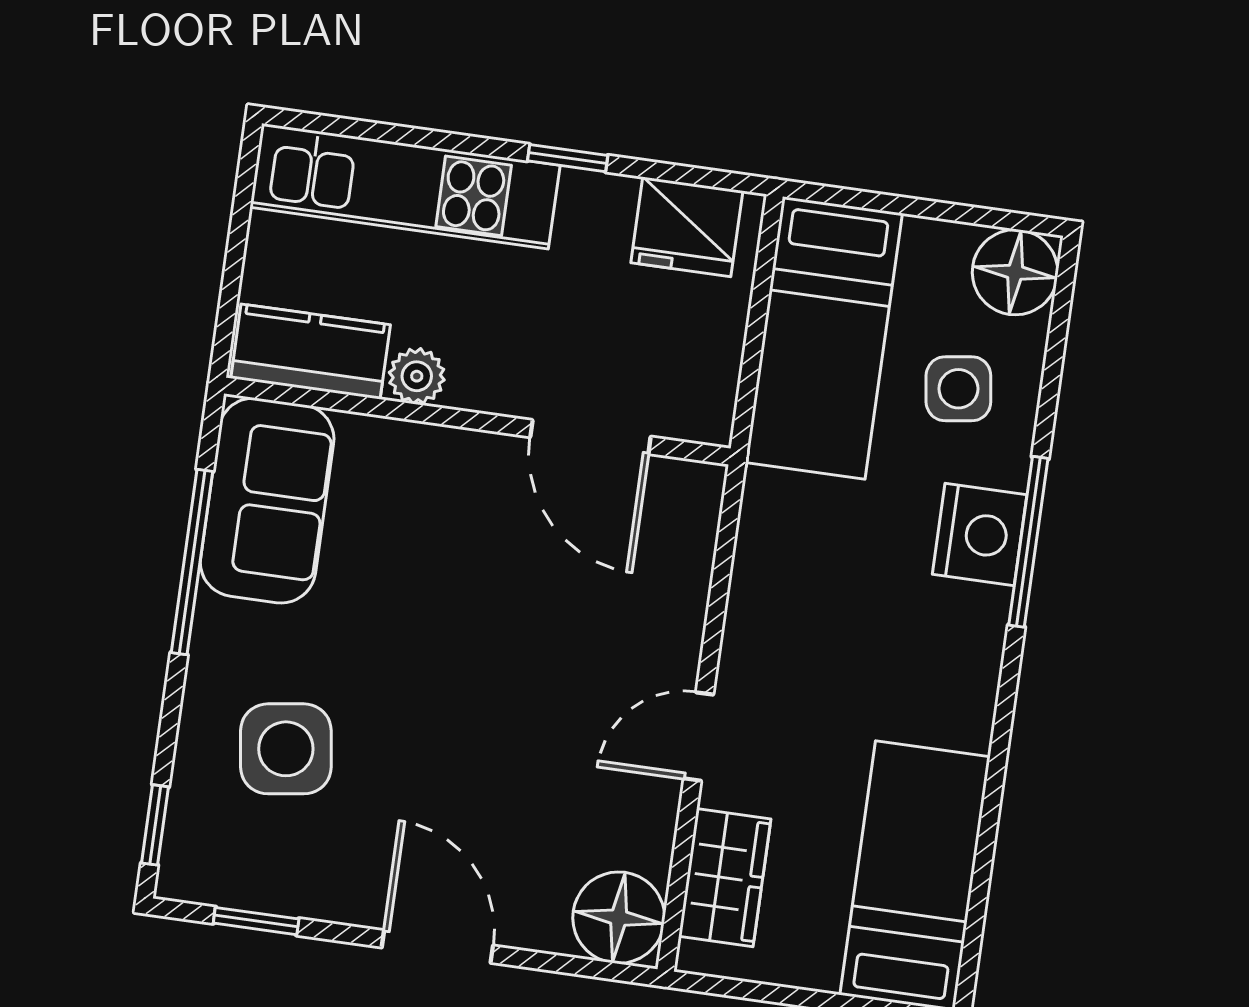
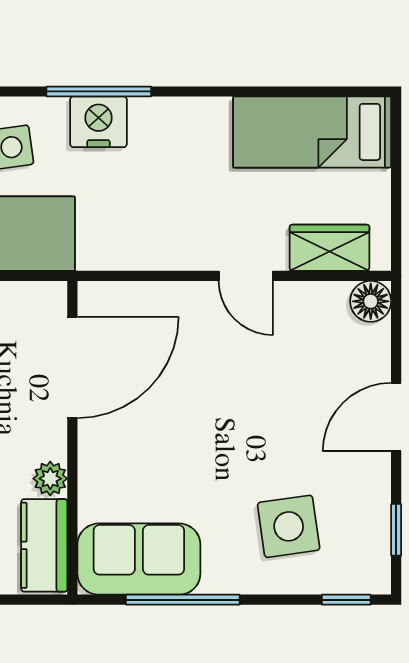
door: (590, 437) -> (72, 367), width x1.36
floor lamp: (619, 918) -> (371, 301), width x0.73, depth x0.73

